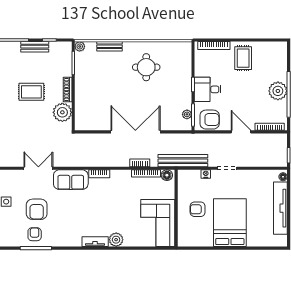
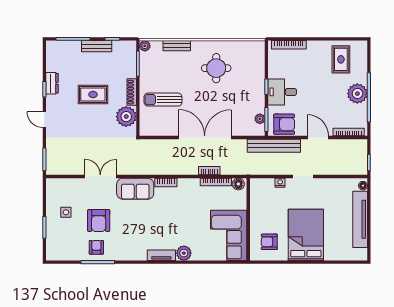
rug: (243, 58) -> (341, 59), moved
sun lounger: (97, 97) -> (163, 100), added
bench: (183, 161) -> (274, 146), moved
armchair: (198, 209) -> (269, 242), moved

